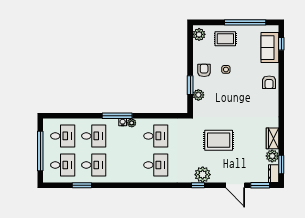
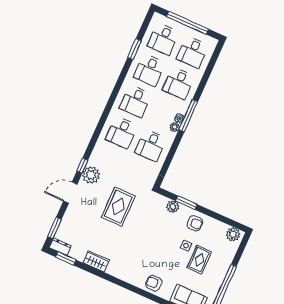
rug: (225, 39) -> (199, 260), moved
plant: (272, 156) -> (78, 253), removed
desk: (125, 165) -> (136, 101), added
door: (235, 185) -> (70, 193), moved

